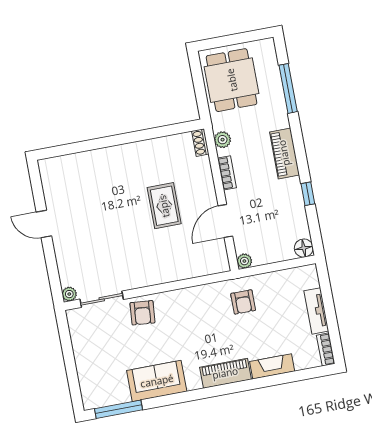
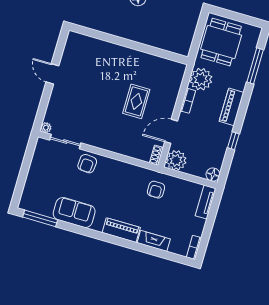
plant: (223, 140) -> (201, 79), width x1.88, depth x1.88
shoe rack: (200, 143) -> (156, 155), moved
plant: (244, 261) -> (176, 160), width x1.88, depth x1.88
tv unit: (316, 311) -> (206, 202), moved

